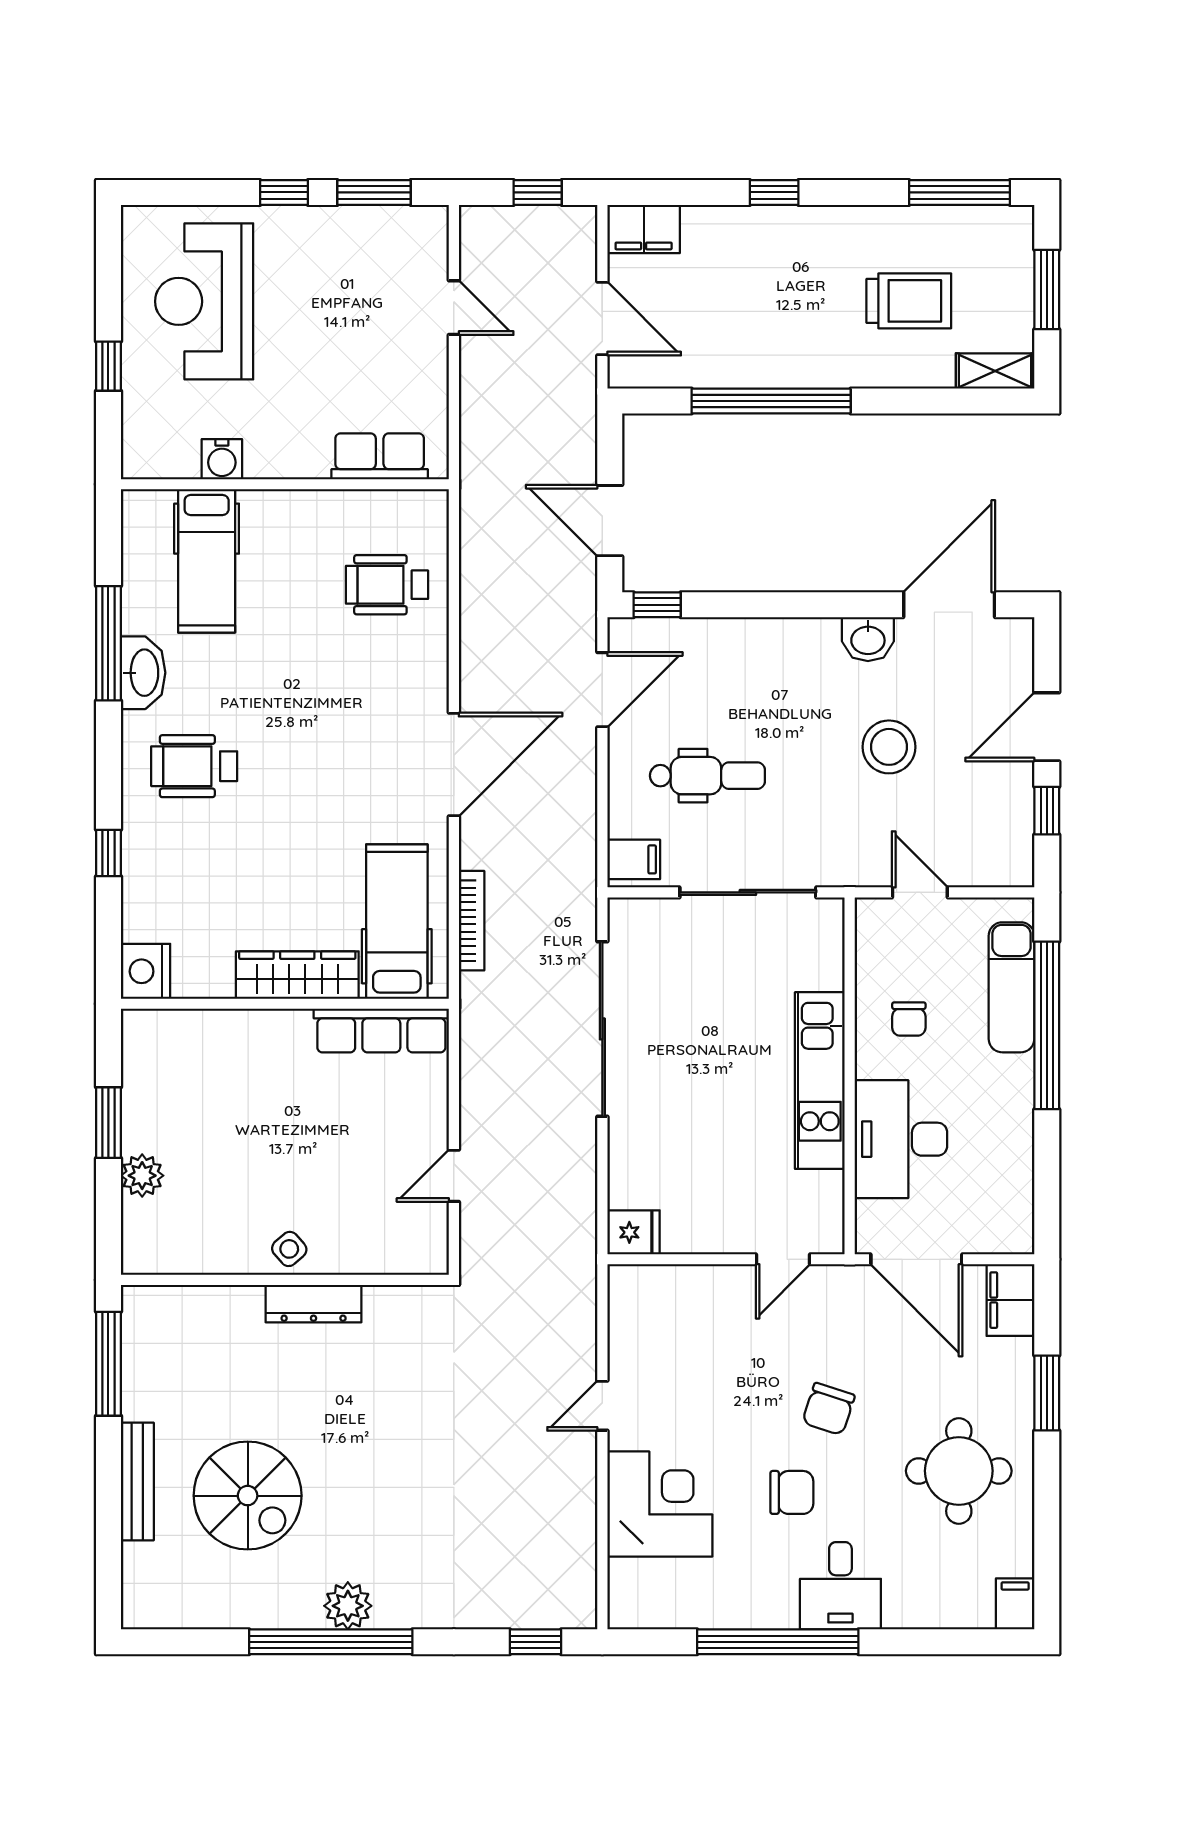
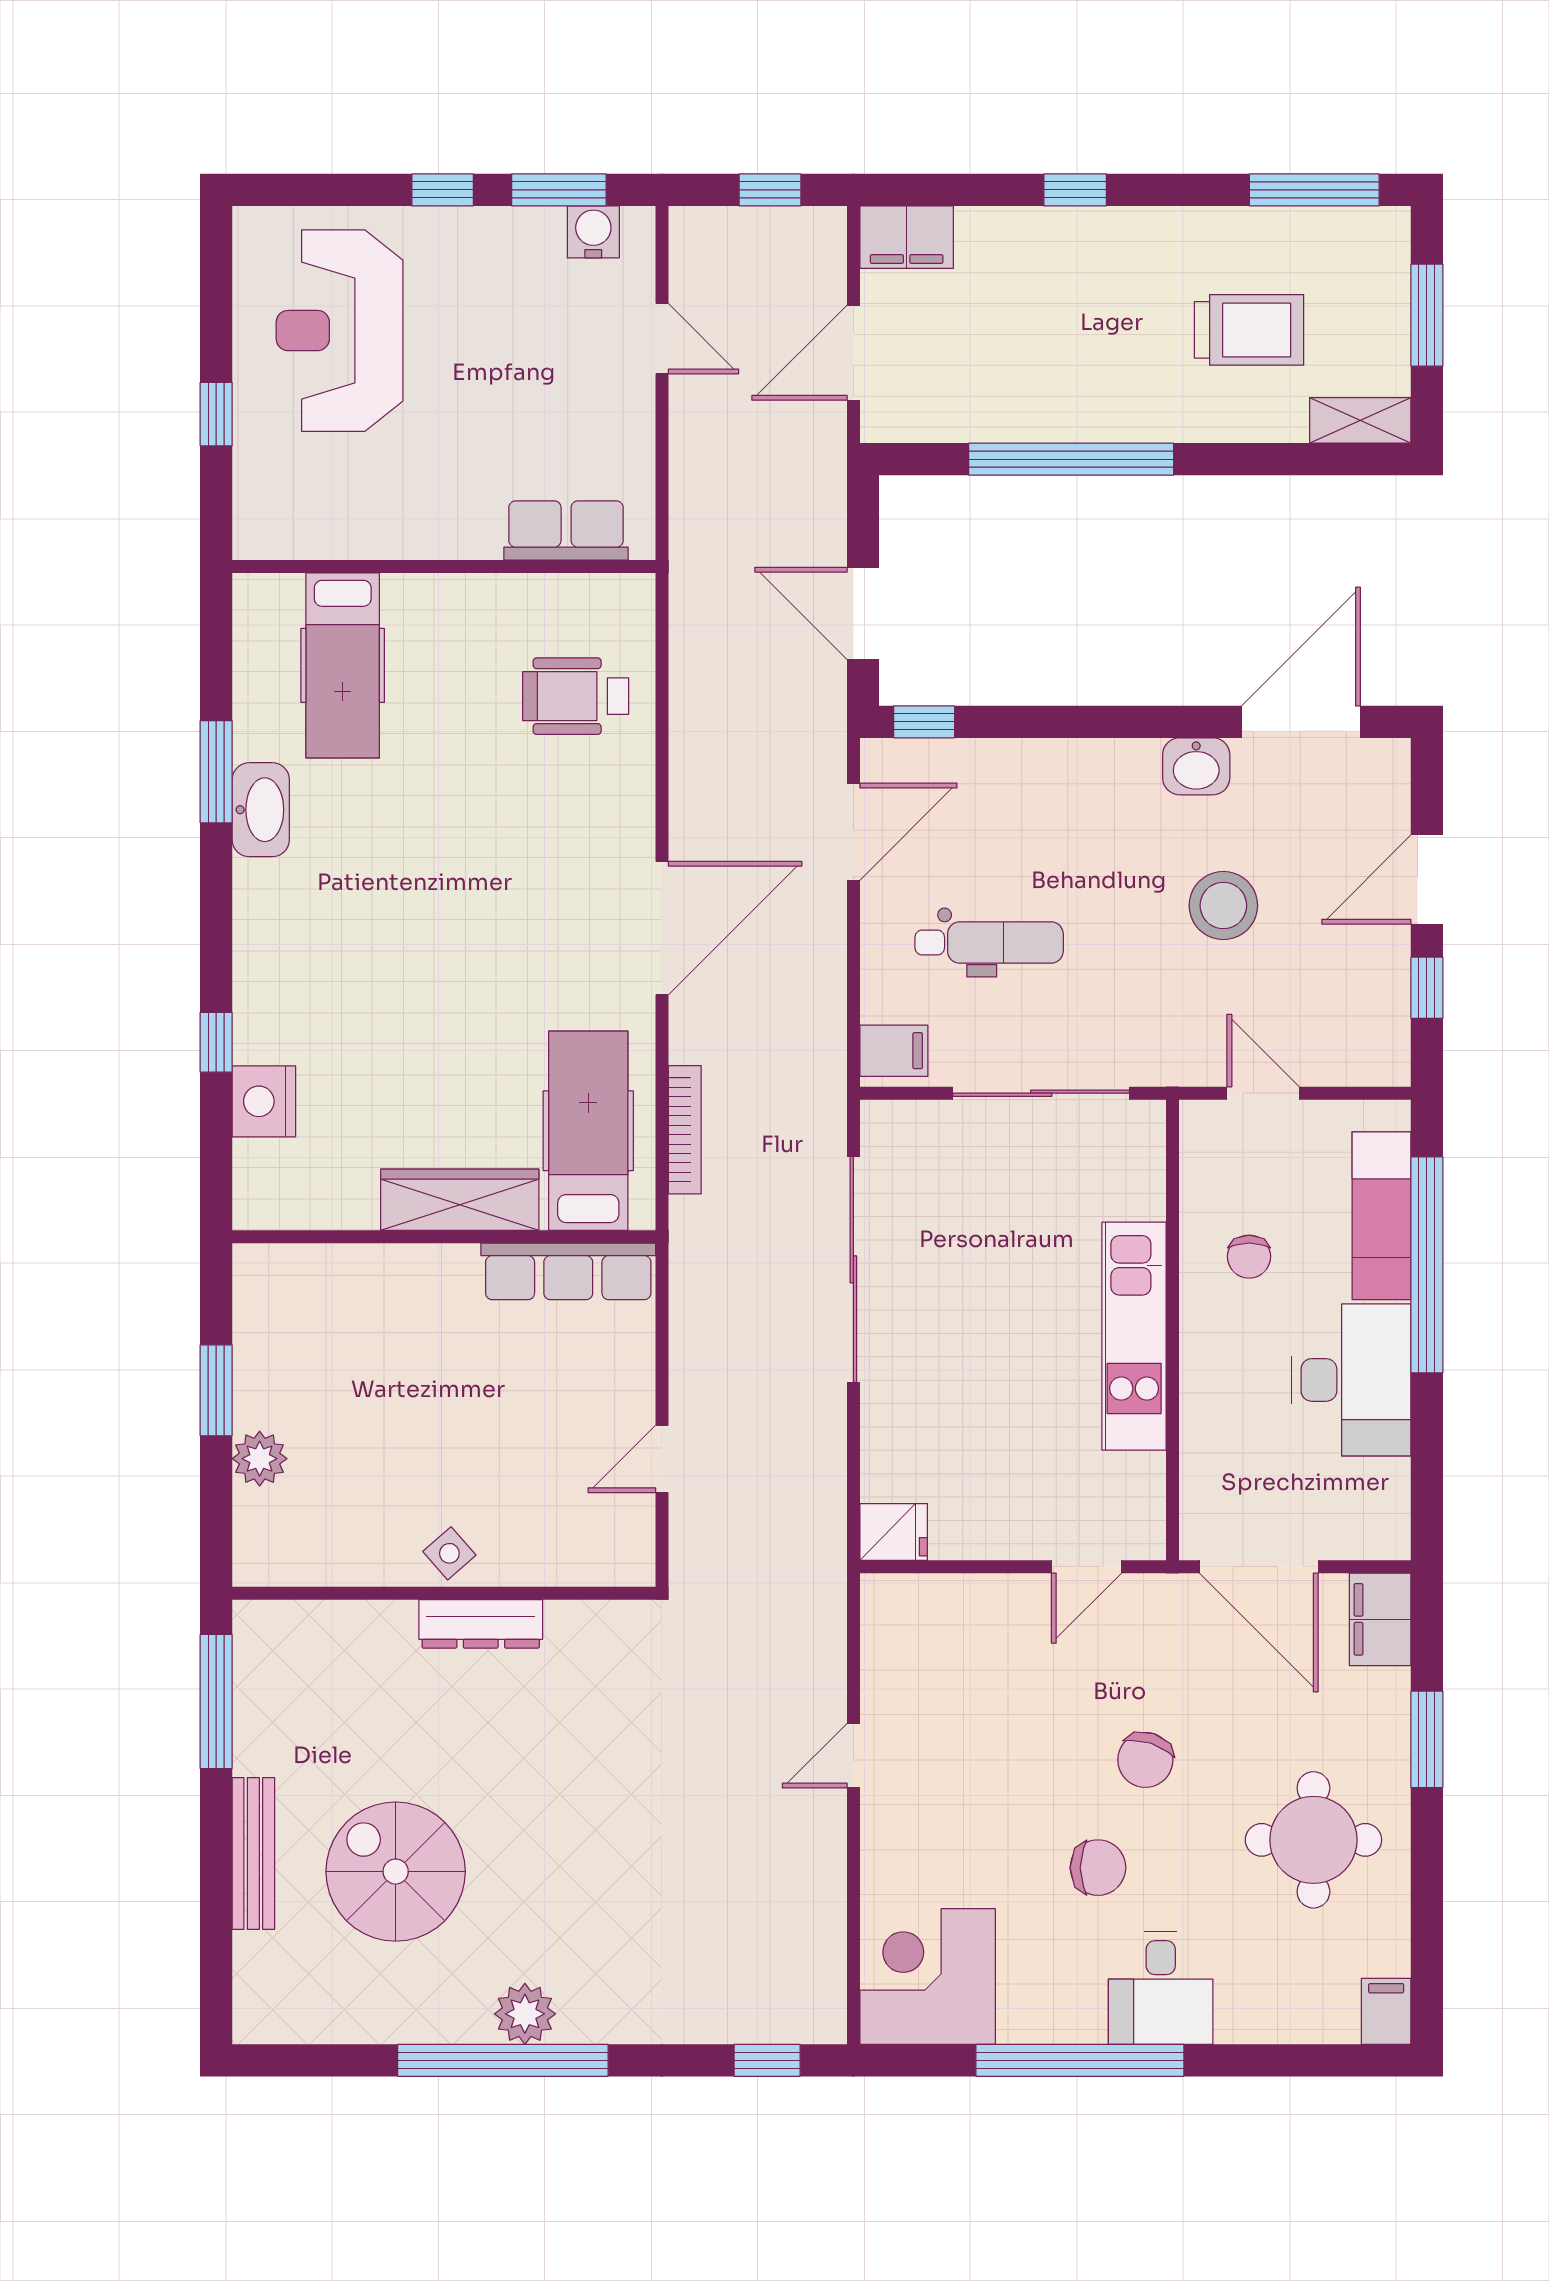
door: (602, 319) -> (853, 353), swing flipped
water cooler: (222, 459) -> (593, 232), moved, turned 180
window: (108, 643) -> (216, 772), width x0.69
wheelchair: (194, 766) -> (327, 930), removed
nightstand: (145, 971) -> (264, 1101), moved
desk: (901, 1139) -> (1351, 1380), moved, turned 180
spiral stairs: (248, 1496) -> (396, 1872), turned 180
corner desk: (660, 1504) -> (928, 1977), moved, turned -90

